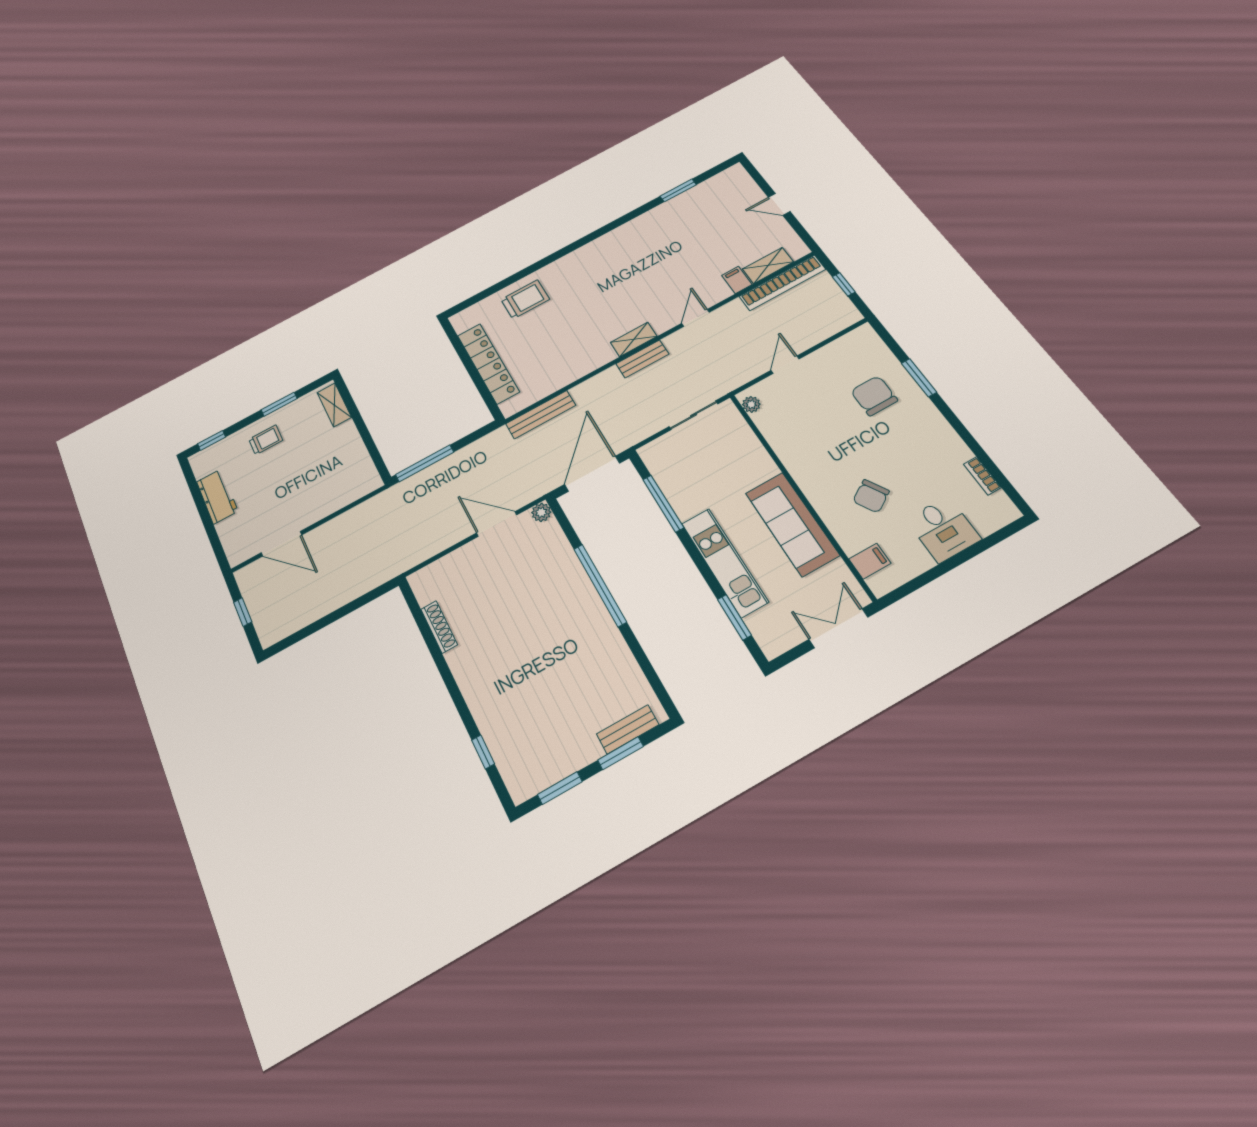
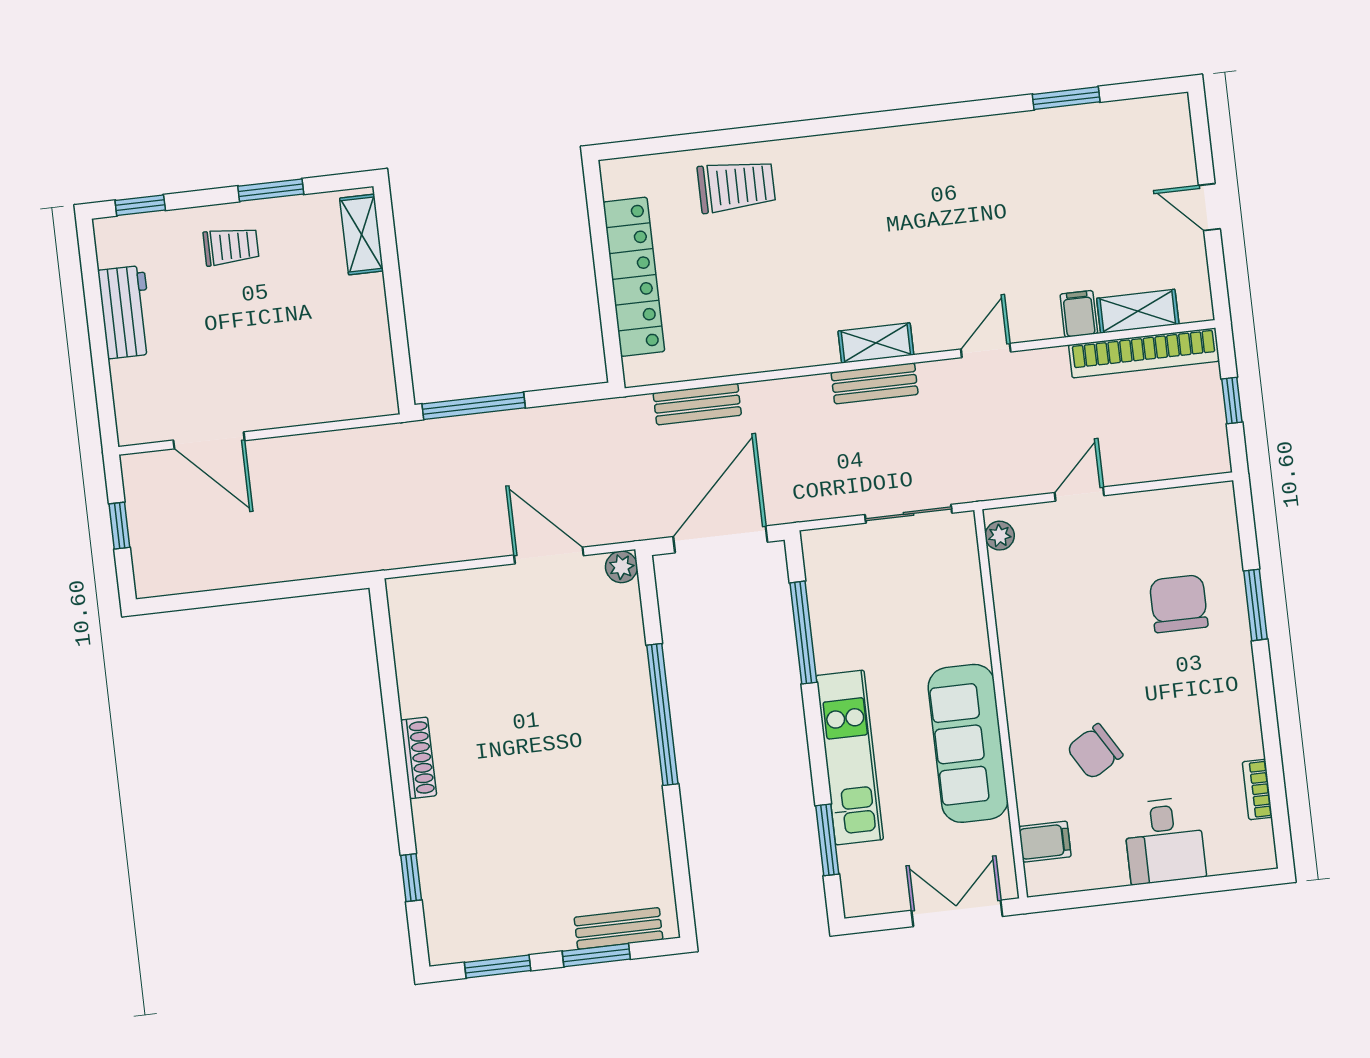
bench: (541, 415) -> (697, 404), width x0.73
shoe rack: (439, 627) -> (419, 758), moved

